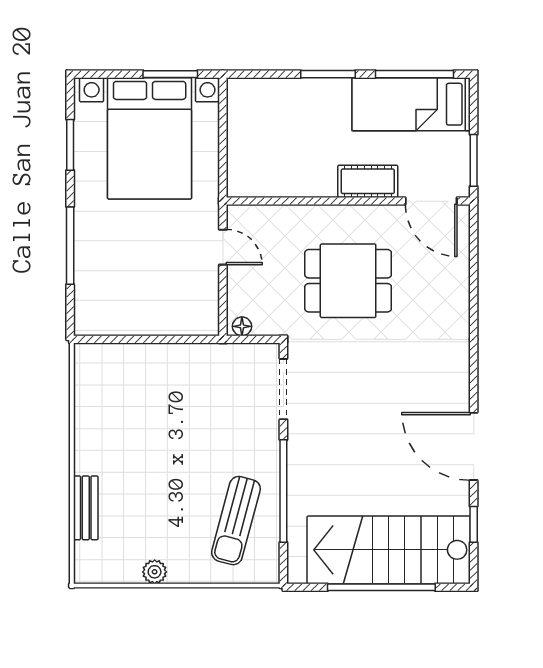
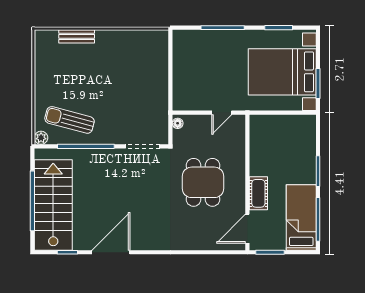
plant: (155, 572) -> (41, 138), moved

